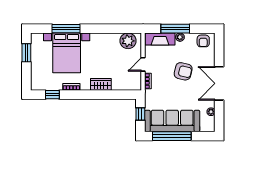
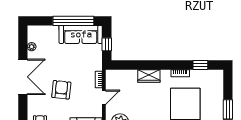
armchair: (183, 71) -> (61, 90), turned 83
sofa: (172, 121) -> (81, 34), width x0.74, depth x0.79

